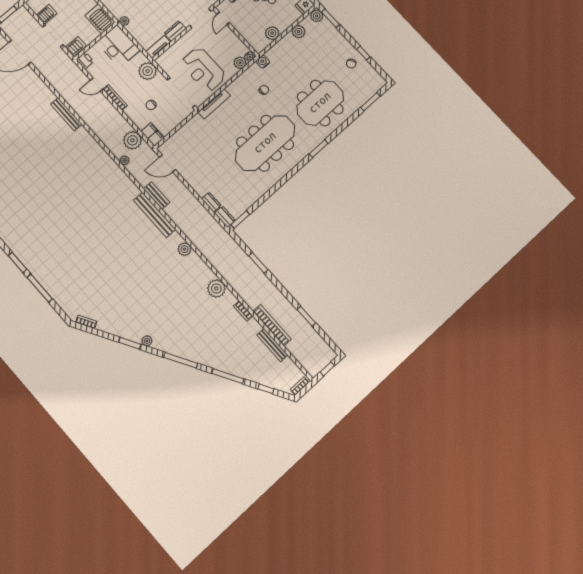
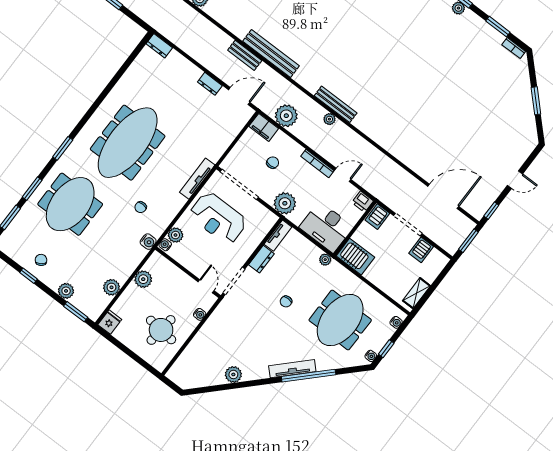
plant: (317, 16) -> (66, 291), moved
reception desk: (203, 69) -> (218, 218), turned 180
bench: (66, 114) -> (336, 104), moved
plant: (125, 160) -> (329, 119), moved
dresser: (211, 202) -> (210, 84), moved
bench: (155, 215) -> (271, 54), moved
window: (240, 220) -> (32, 189), moved

